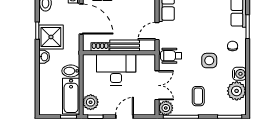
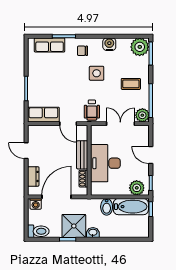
plant: (237, 91) -> (140, 47), moved

